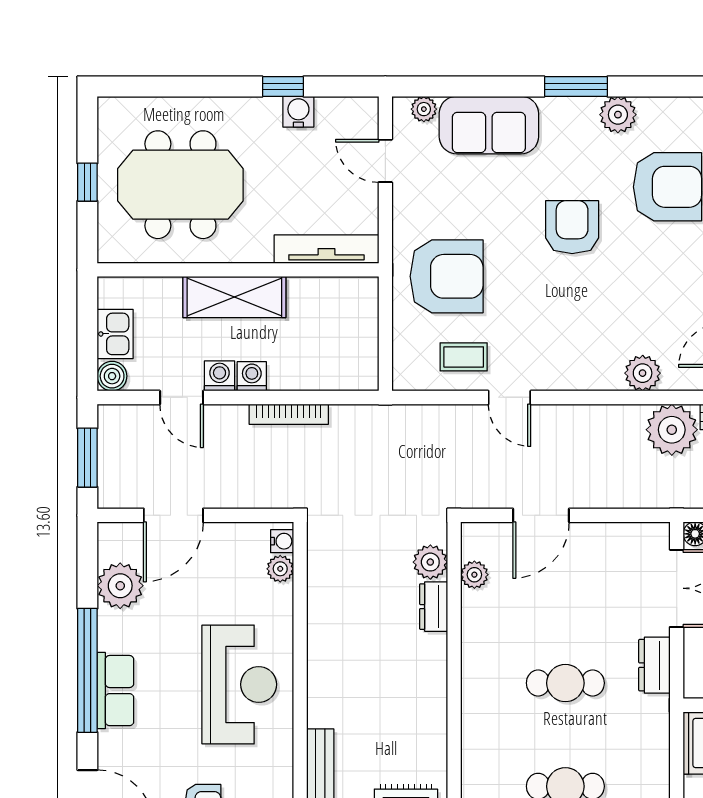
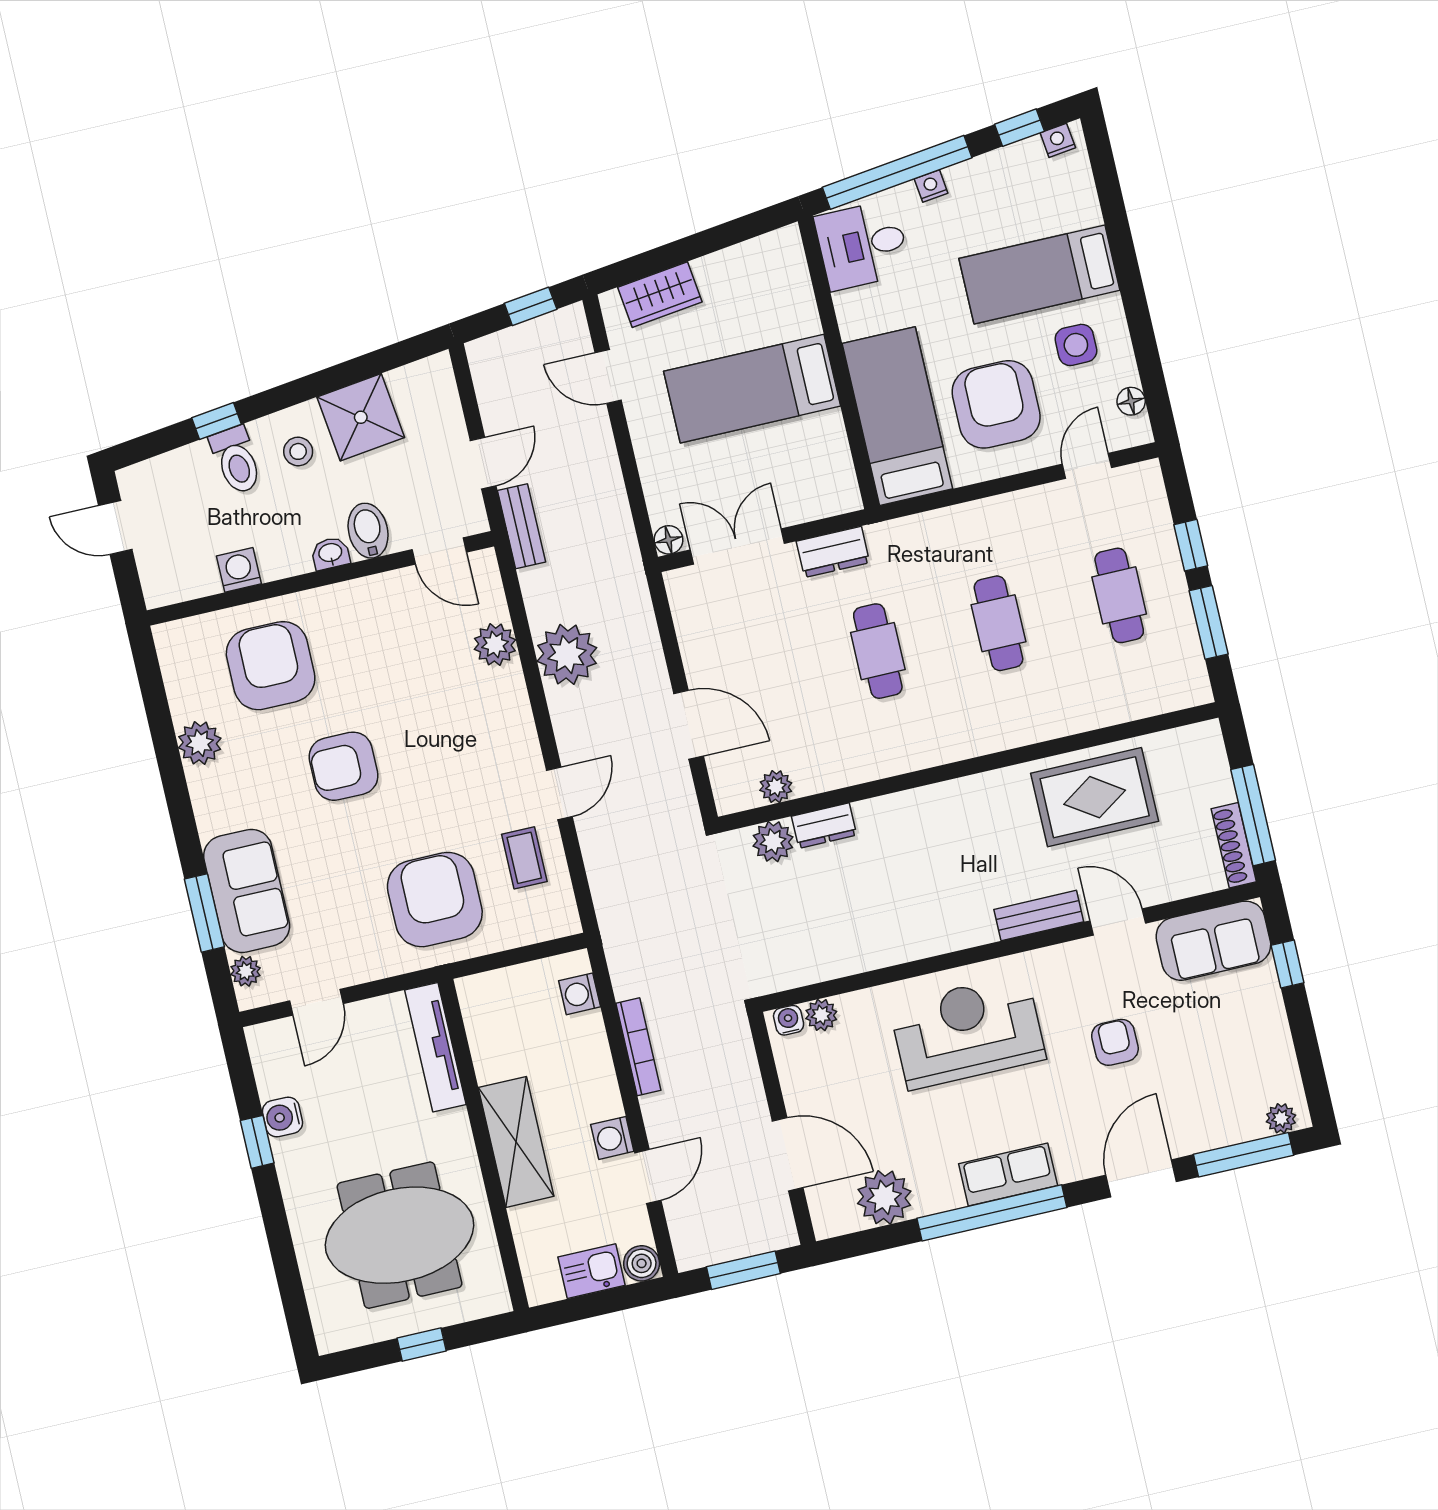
window: (576, 87) -> (204, 913), moved
meeting table: (180, 185) -> (400, 1235), turned 90
washing machine: (252, 376) -> (580, 994), moved
plant: (672, 430) -> (567, 654), moved

